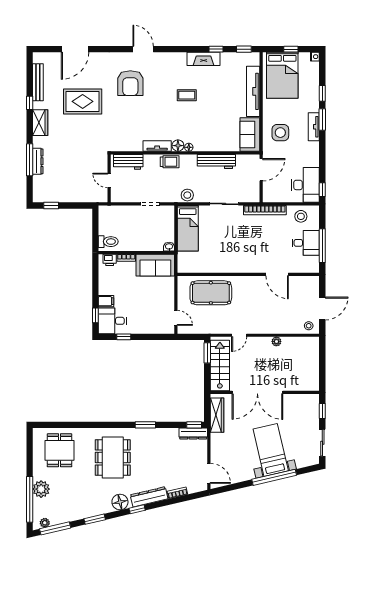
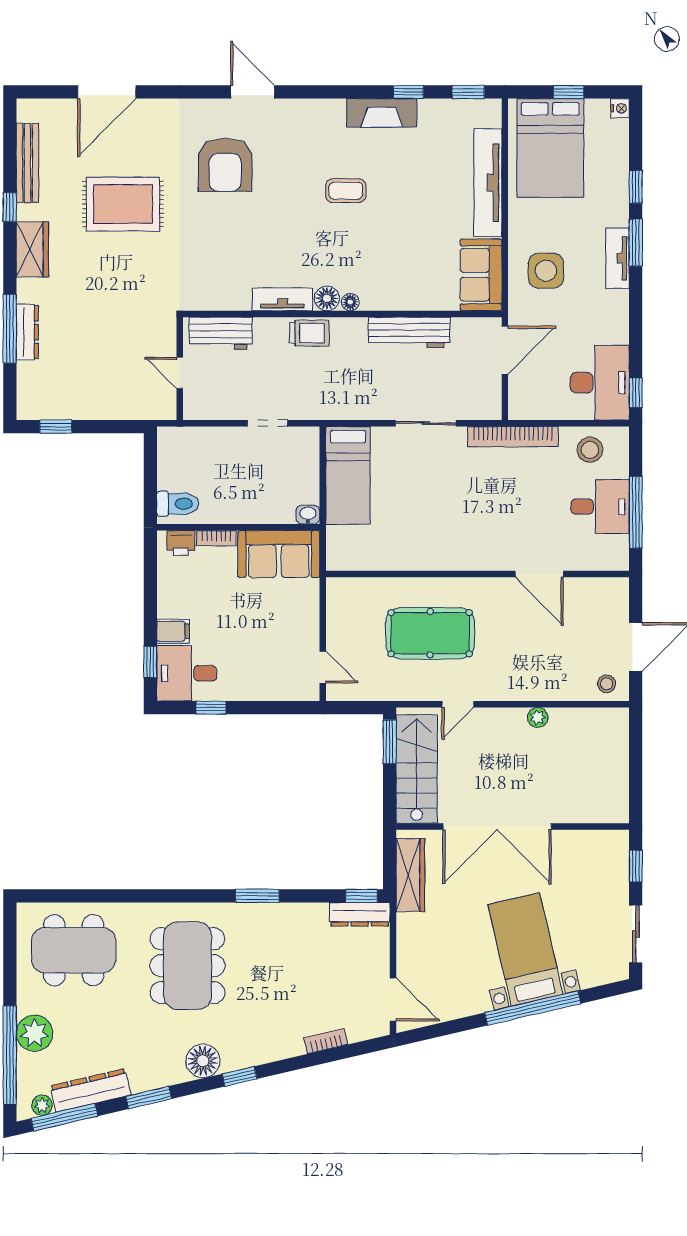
stool: (187, 195) -> (347, 404), removed
pool table: (211, 293) -> (430, 633), moved
dining table: (59, 450) -> (74, 950), width x1.38
dresser: (149, 497) -> (91, 1090), moved

